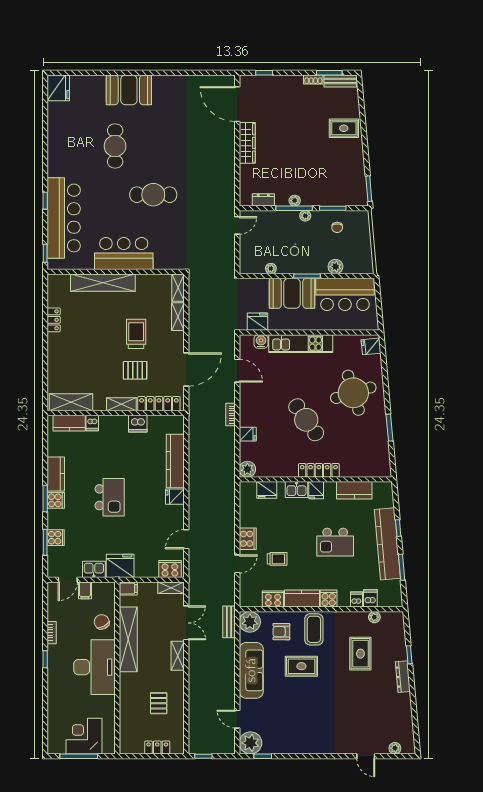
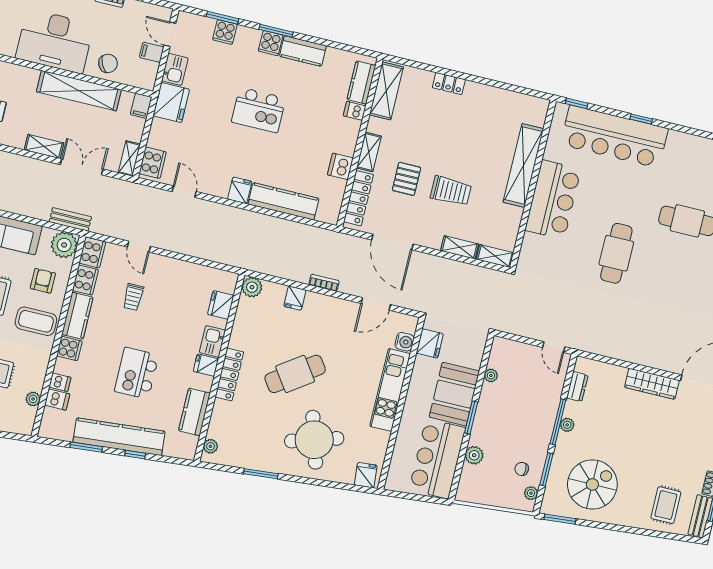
rug: (344, 128) -> (666, 505), moved
spiral stairs: (336, 170) -> (592, 484), added
plant: (305, 216) -> (531, 493), moved
locker: (54, 320) -> (449, 84), moved
plant: (378, 472) -> (210, 446), added
cooker: (248, 539) -> (92, 252), moved, turned -90
double door: (186, 623) -> (82, 167), swing flipped

